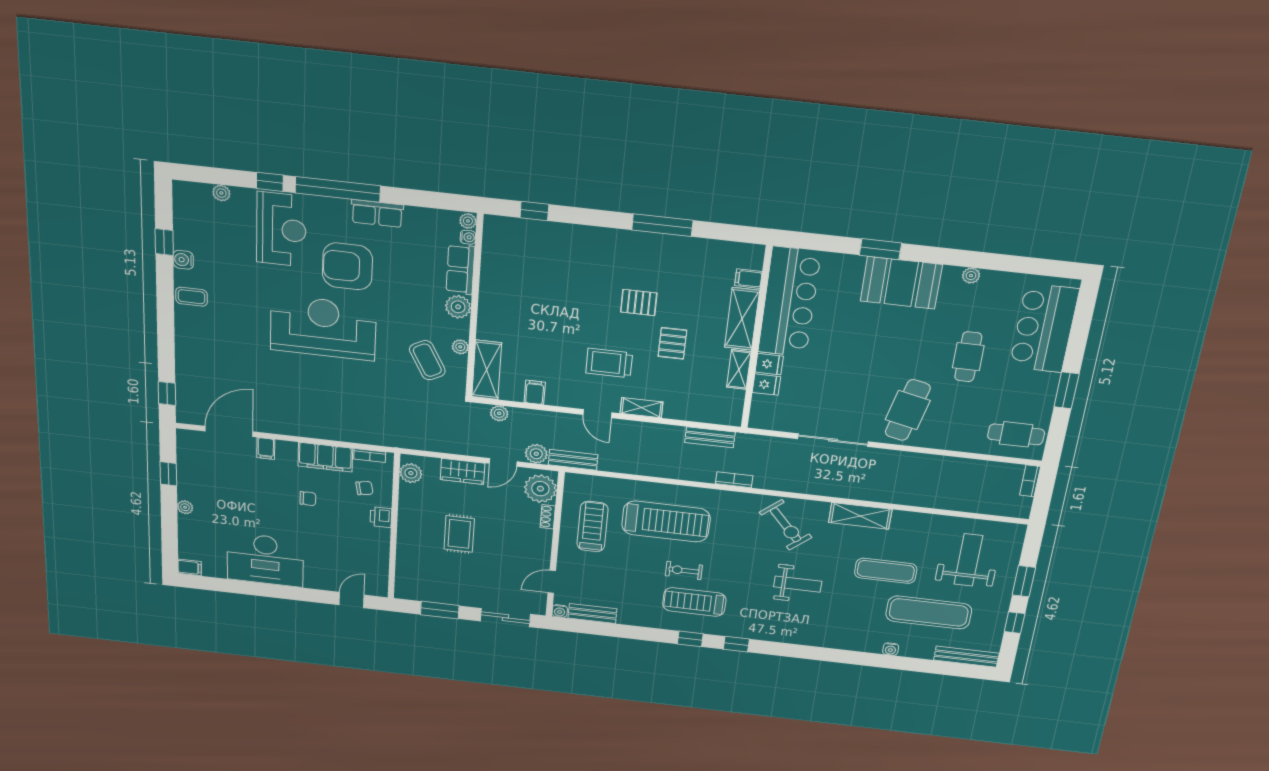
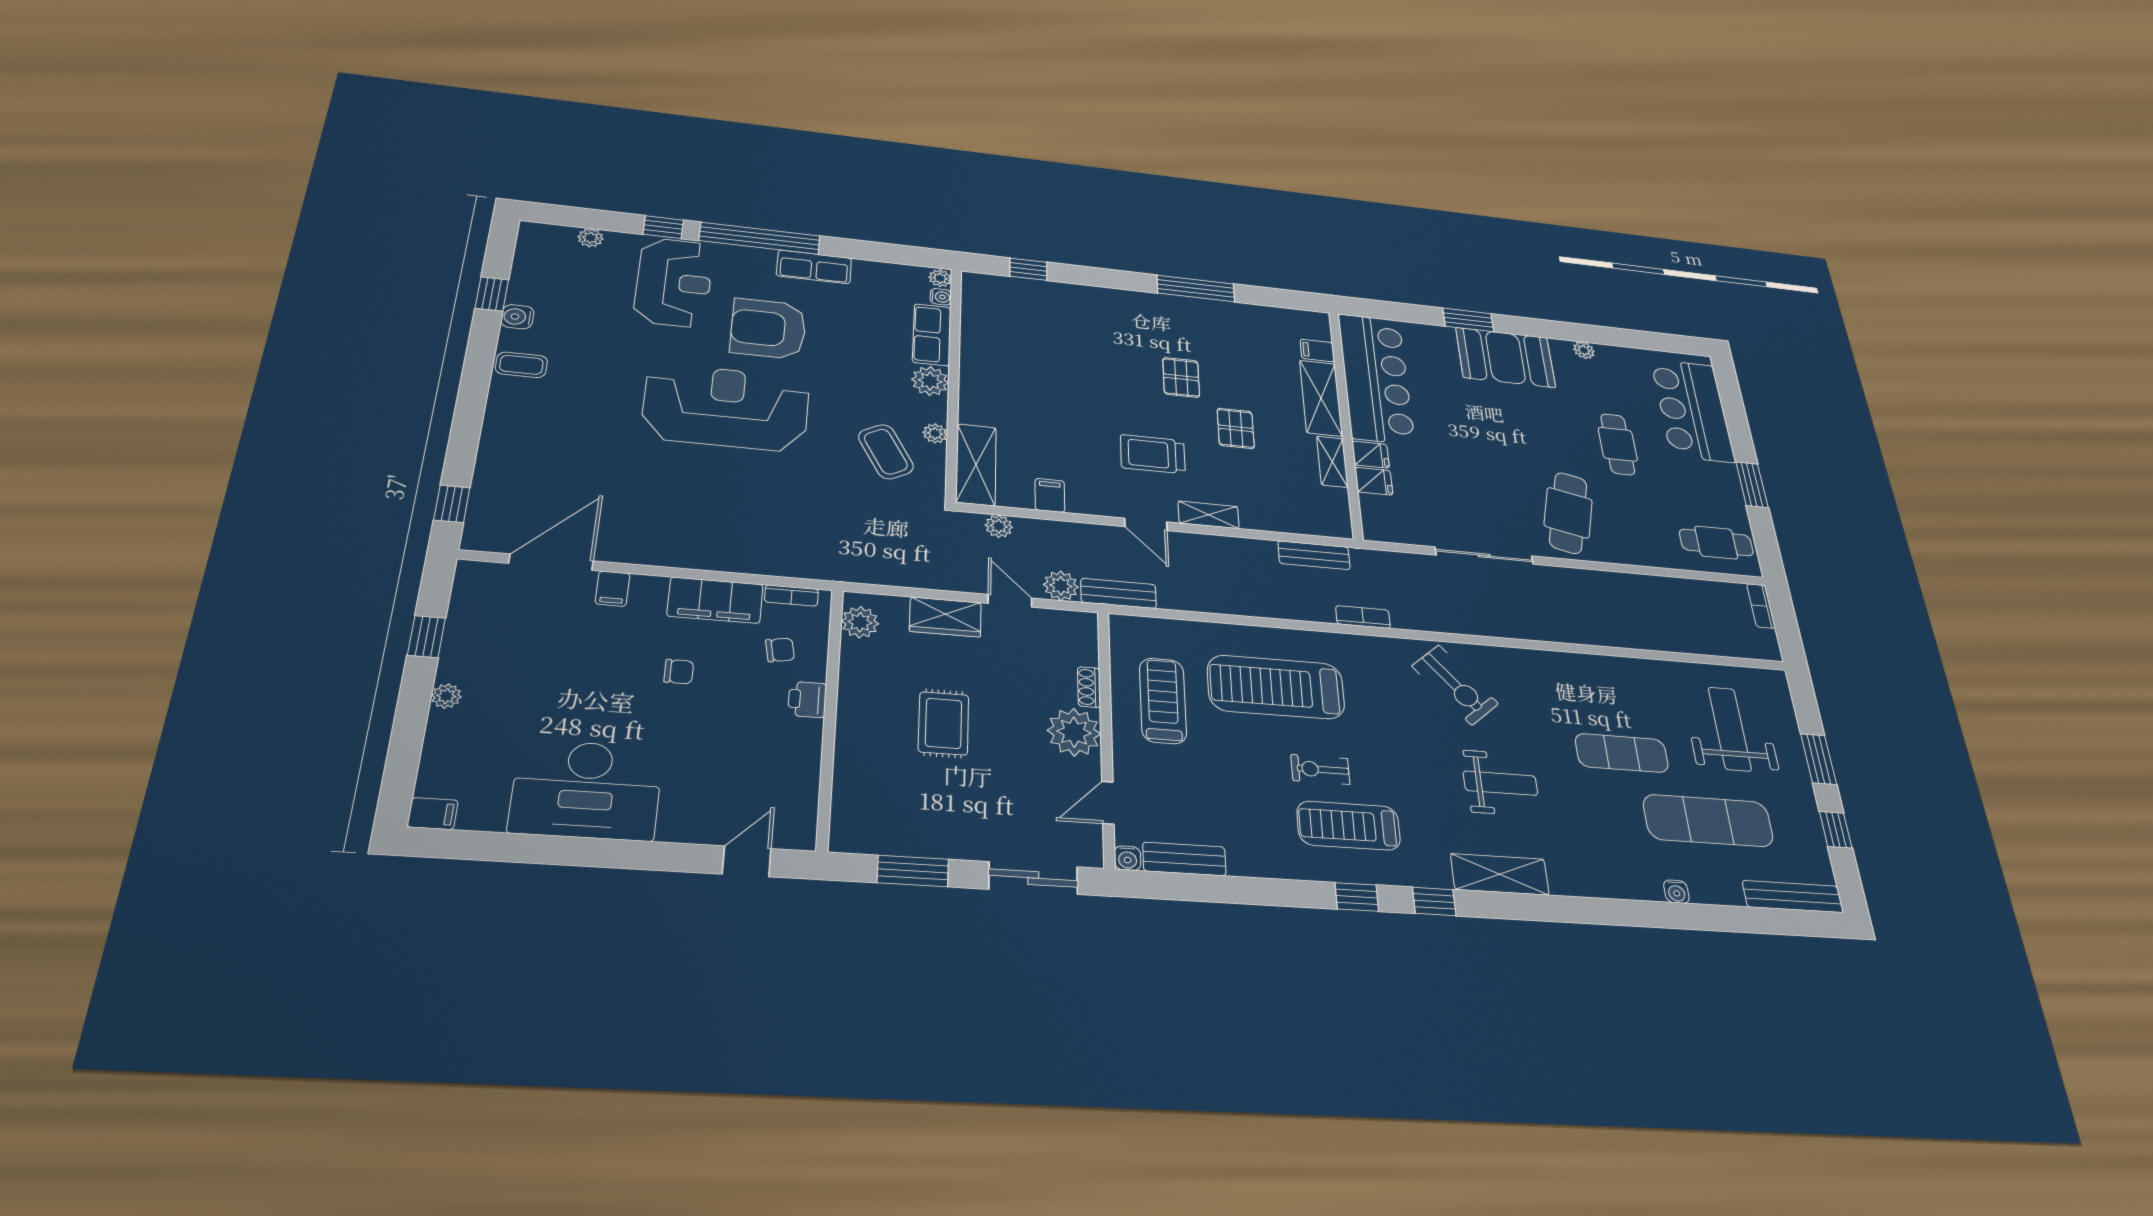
pallet: (639, 303) -> (1181, 377), turned 90
door: (503, 462) -> (1010, 601), swing flipped
plant: (540, 489) -> (1074, 732), moved
shelving: (860, 516) -> (1500, 874), moved
treadmill: (666, 521) -> (1276, 687), turned 180

